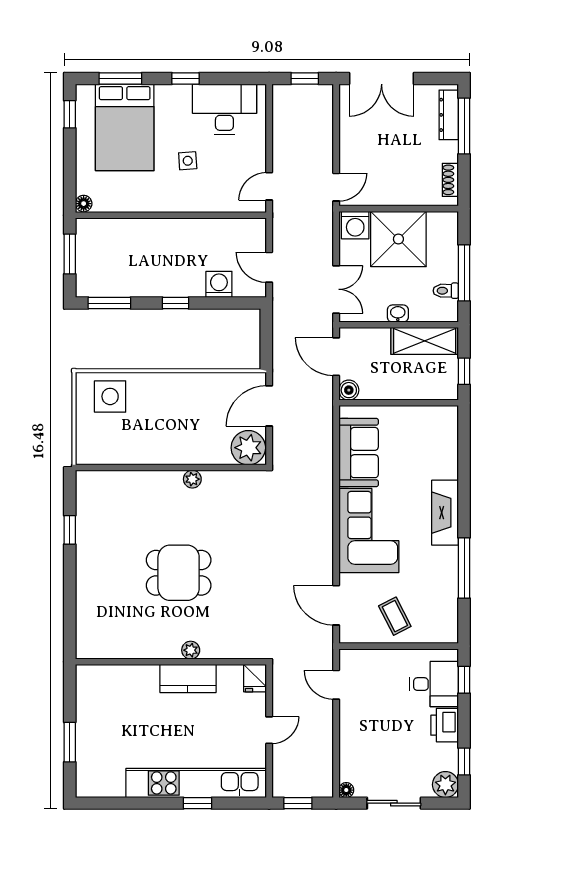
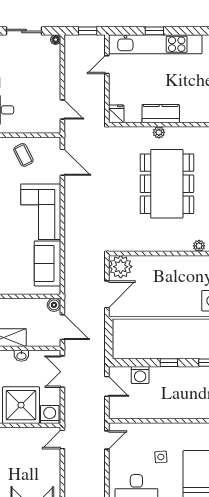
plant: (192, 479) -> (199, 246), moved
dining table: (179, 573) -> (167, 184), width x1.88, depth x1.24
door: (269, 730) -> (107, 65), moved

